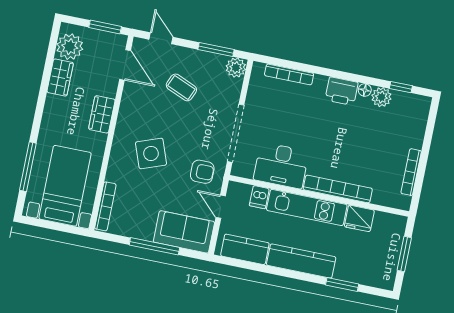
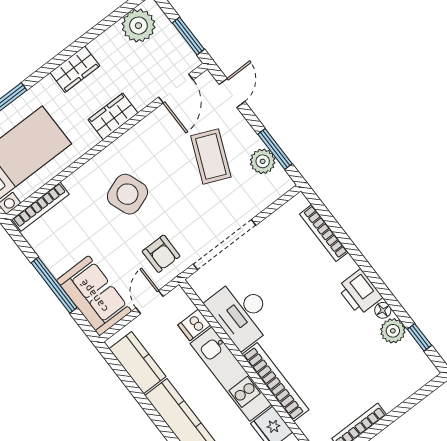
plant: (236, 68) -> (263, 161), moved
wardrobe: (60, 77) -> (75, 69), moved
coffee table: (181, 87) -> (211, 156), width x1.36, depth x1.30

